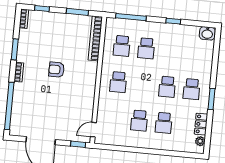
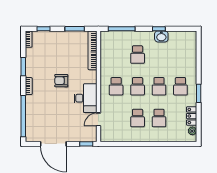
washbasin: (207, 33) -> (161, 36), moved
school desk: (122, 46) -> (138, 86), moved
desk: (82, 92) -> (85, 98), added
door: (93, 130) -> (98, 119), moved

